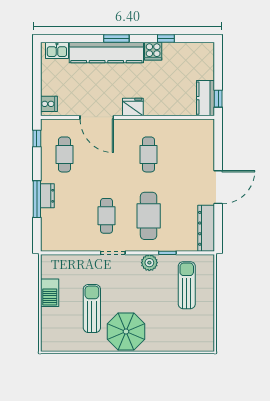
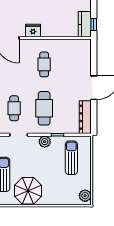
plant: (206, 338) -> (85, 196), added

